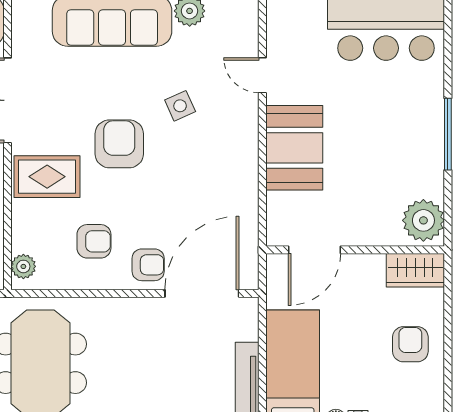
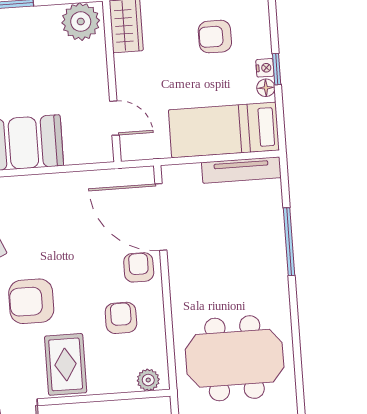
door: (314, 250) -> (114, 118), width x0.73
armchair: (410, 344) -> (215, 37), moved

